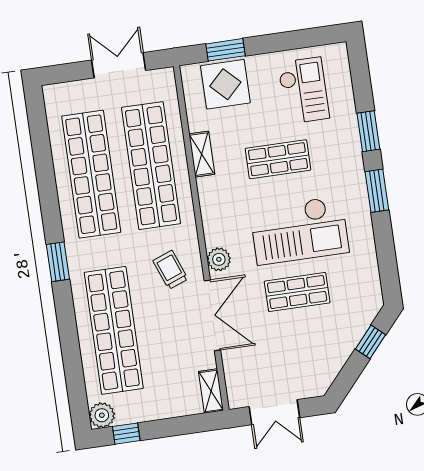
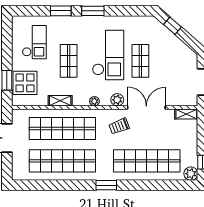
checkout: (303, 90) -> (34, 42), turned 90
plant: (210, 217) -> (94, 101), added

